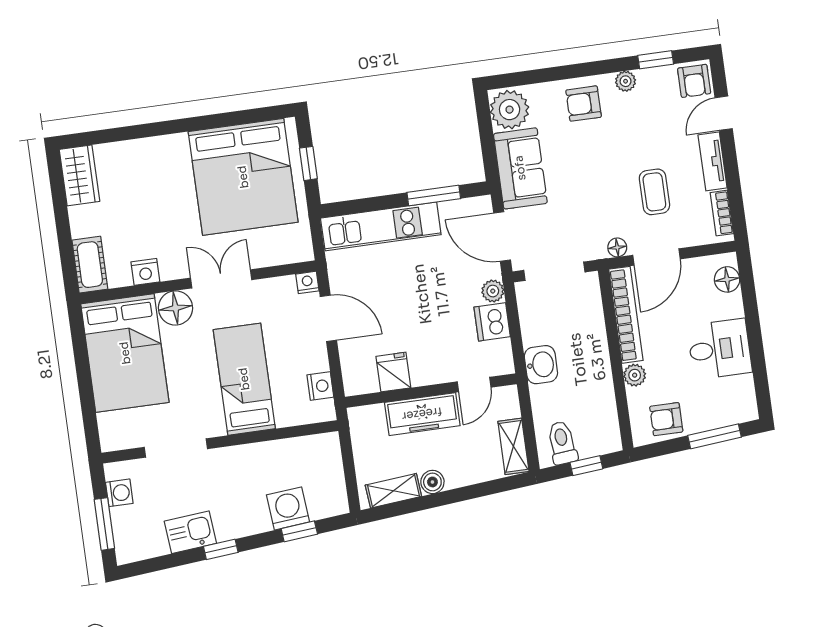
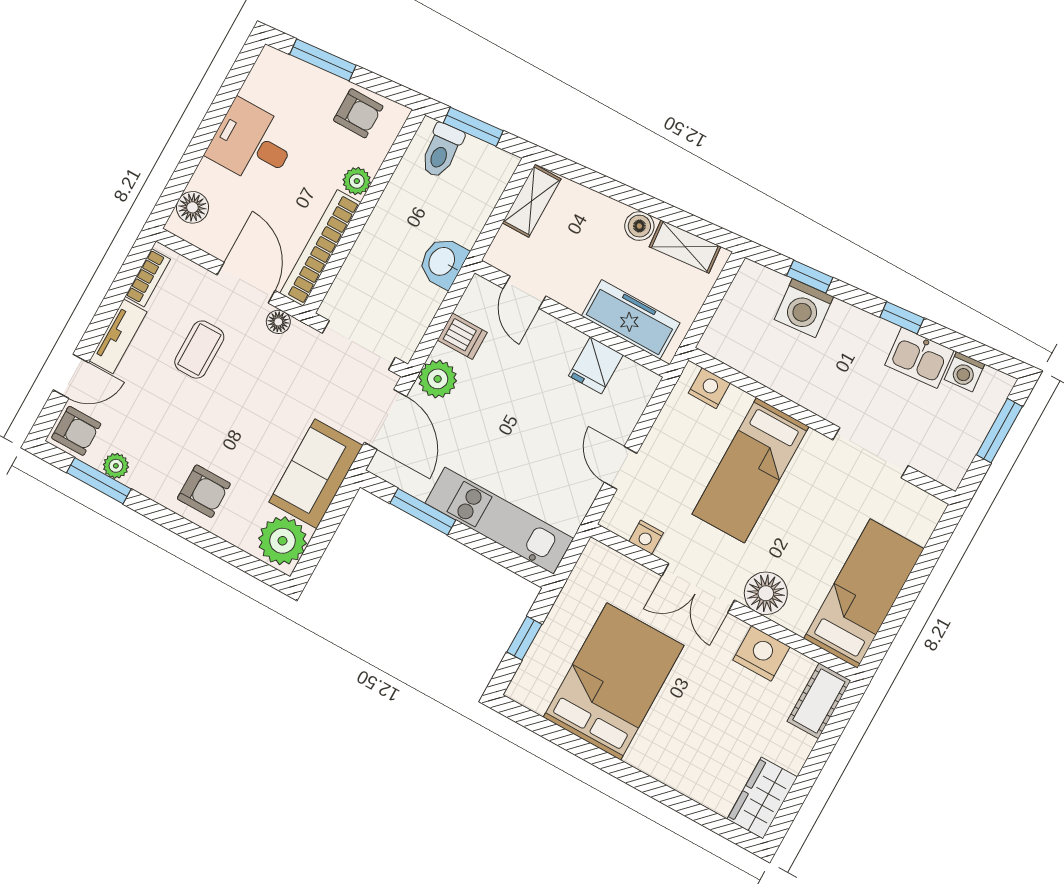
window: (656, 60) -> (99, 481), width x1.50
plant: (626, 81) -> (116, 466), moved
armchair: (694, 81) -> (76, 431), turned 90
bed: (243, 177) -> (614, 681), width x0.73
door: (657, 257) -> (246, 283), hinge flipped
nightstand: (145, 272) -> (761, 653), width x1.36, depth x1.33
nightstand: (307, 282) -> (646, 537), moved
plant: (493, 291) -> (438, 379), width x1.38, depth x1.38
door: (328, 318) -> (621, 468), width x0.73
dishwasher: (492, 322) -> (462, 336), width x0.73
bed: (125, 353) -> (864, 594), width x0.67
door: (474, 385) -> (525, 292), swing flipped
nightstand: (320, 386) -> (709, 388), moved, turned 90
freezer: (422, 414) -> (631, 319), moved
toilet: (562, 443) -> (442, 151), moved
window: (586, 466) -> (473, 127), width x1.50
washing machine: (119, 493) -> (965, 372), moved, turned -95

